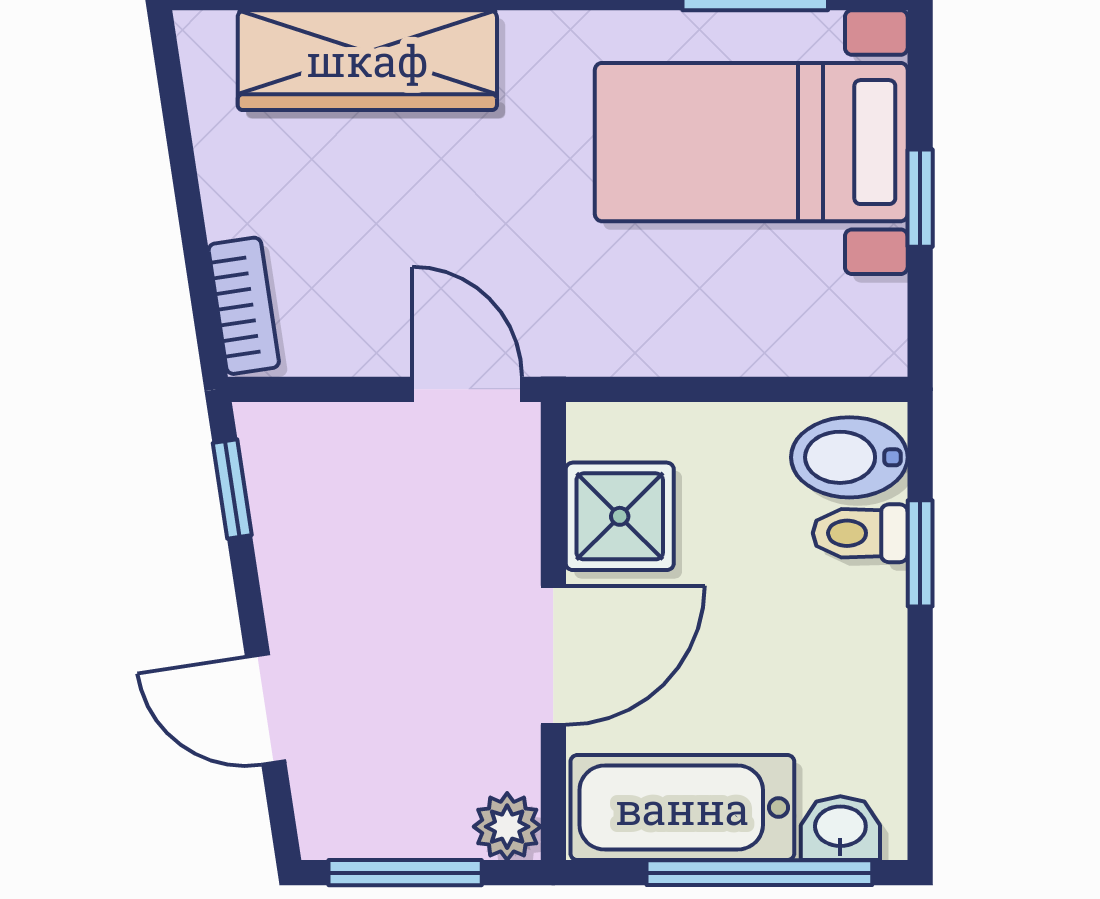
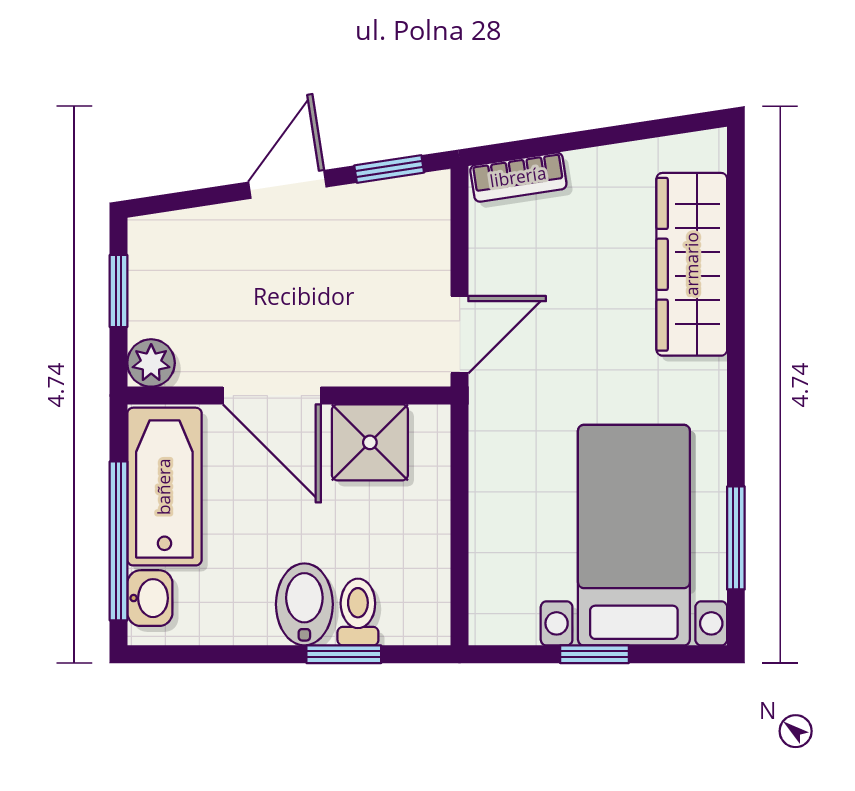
bidet: (849, 457) -> (304, 604), moved
door: (266, 709) -> (287, 184), moved
window: (405, 873) -> (118, 291), width x0.67

